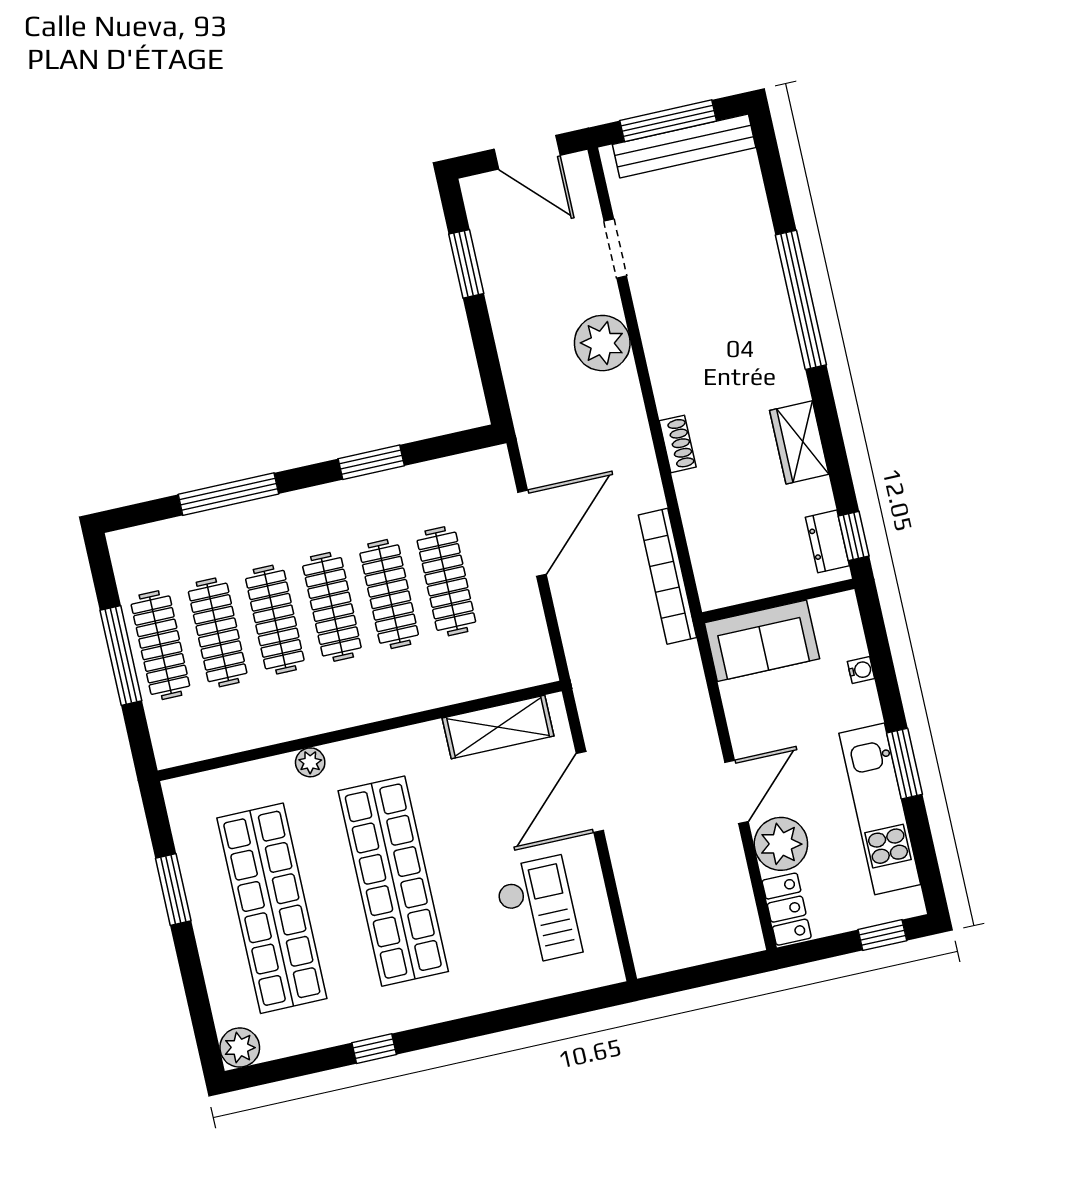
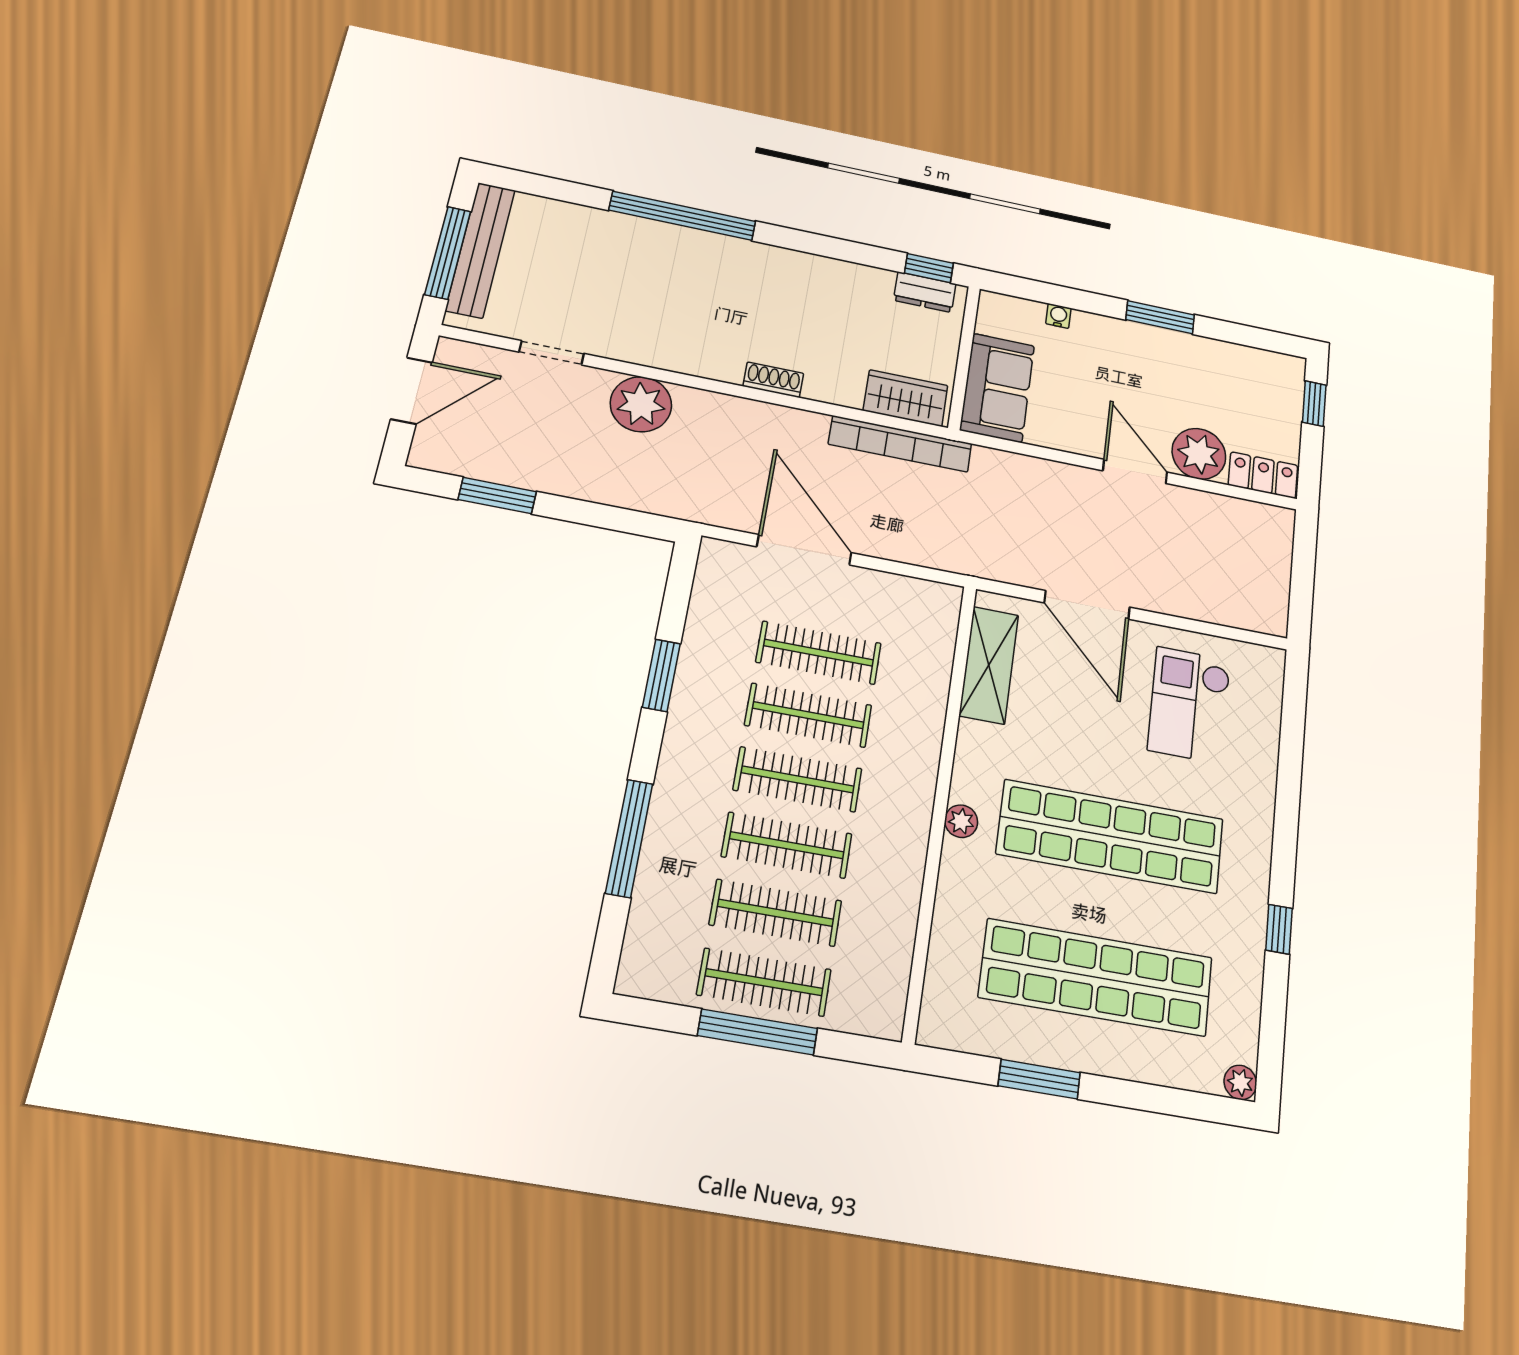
wardrobe: (799, 442) -> (906, 398), moved, turned 180
plant: (310, 762) -> (961, 821), moved
kitchen unit: (880, 809) -> (1195, 356), removed
checkout: (538, 911) -> (1189, 705), turned -90
plant: (240, 1048) -> (1240, 1082), width x0.73, depth x0.73

